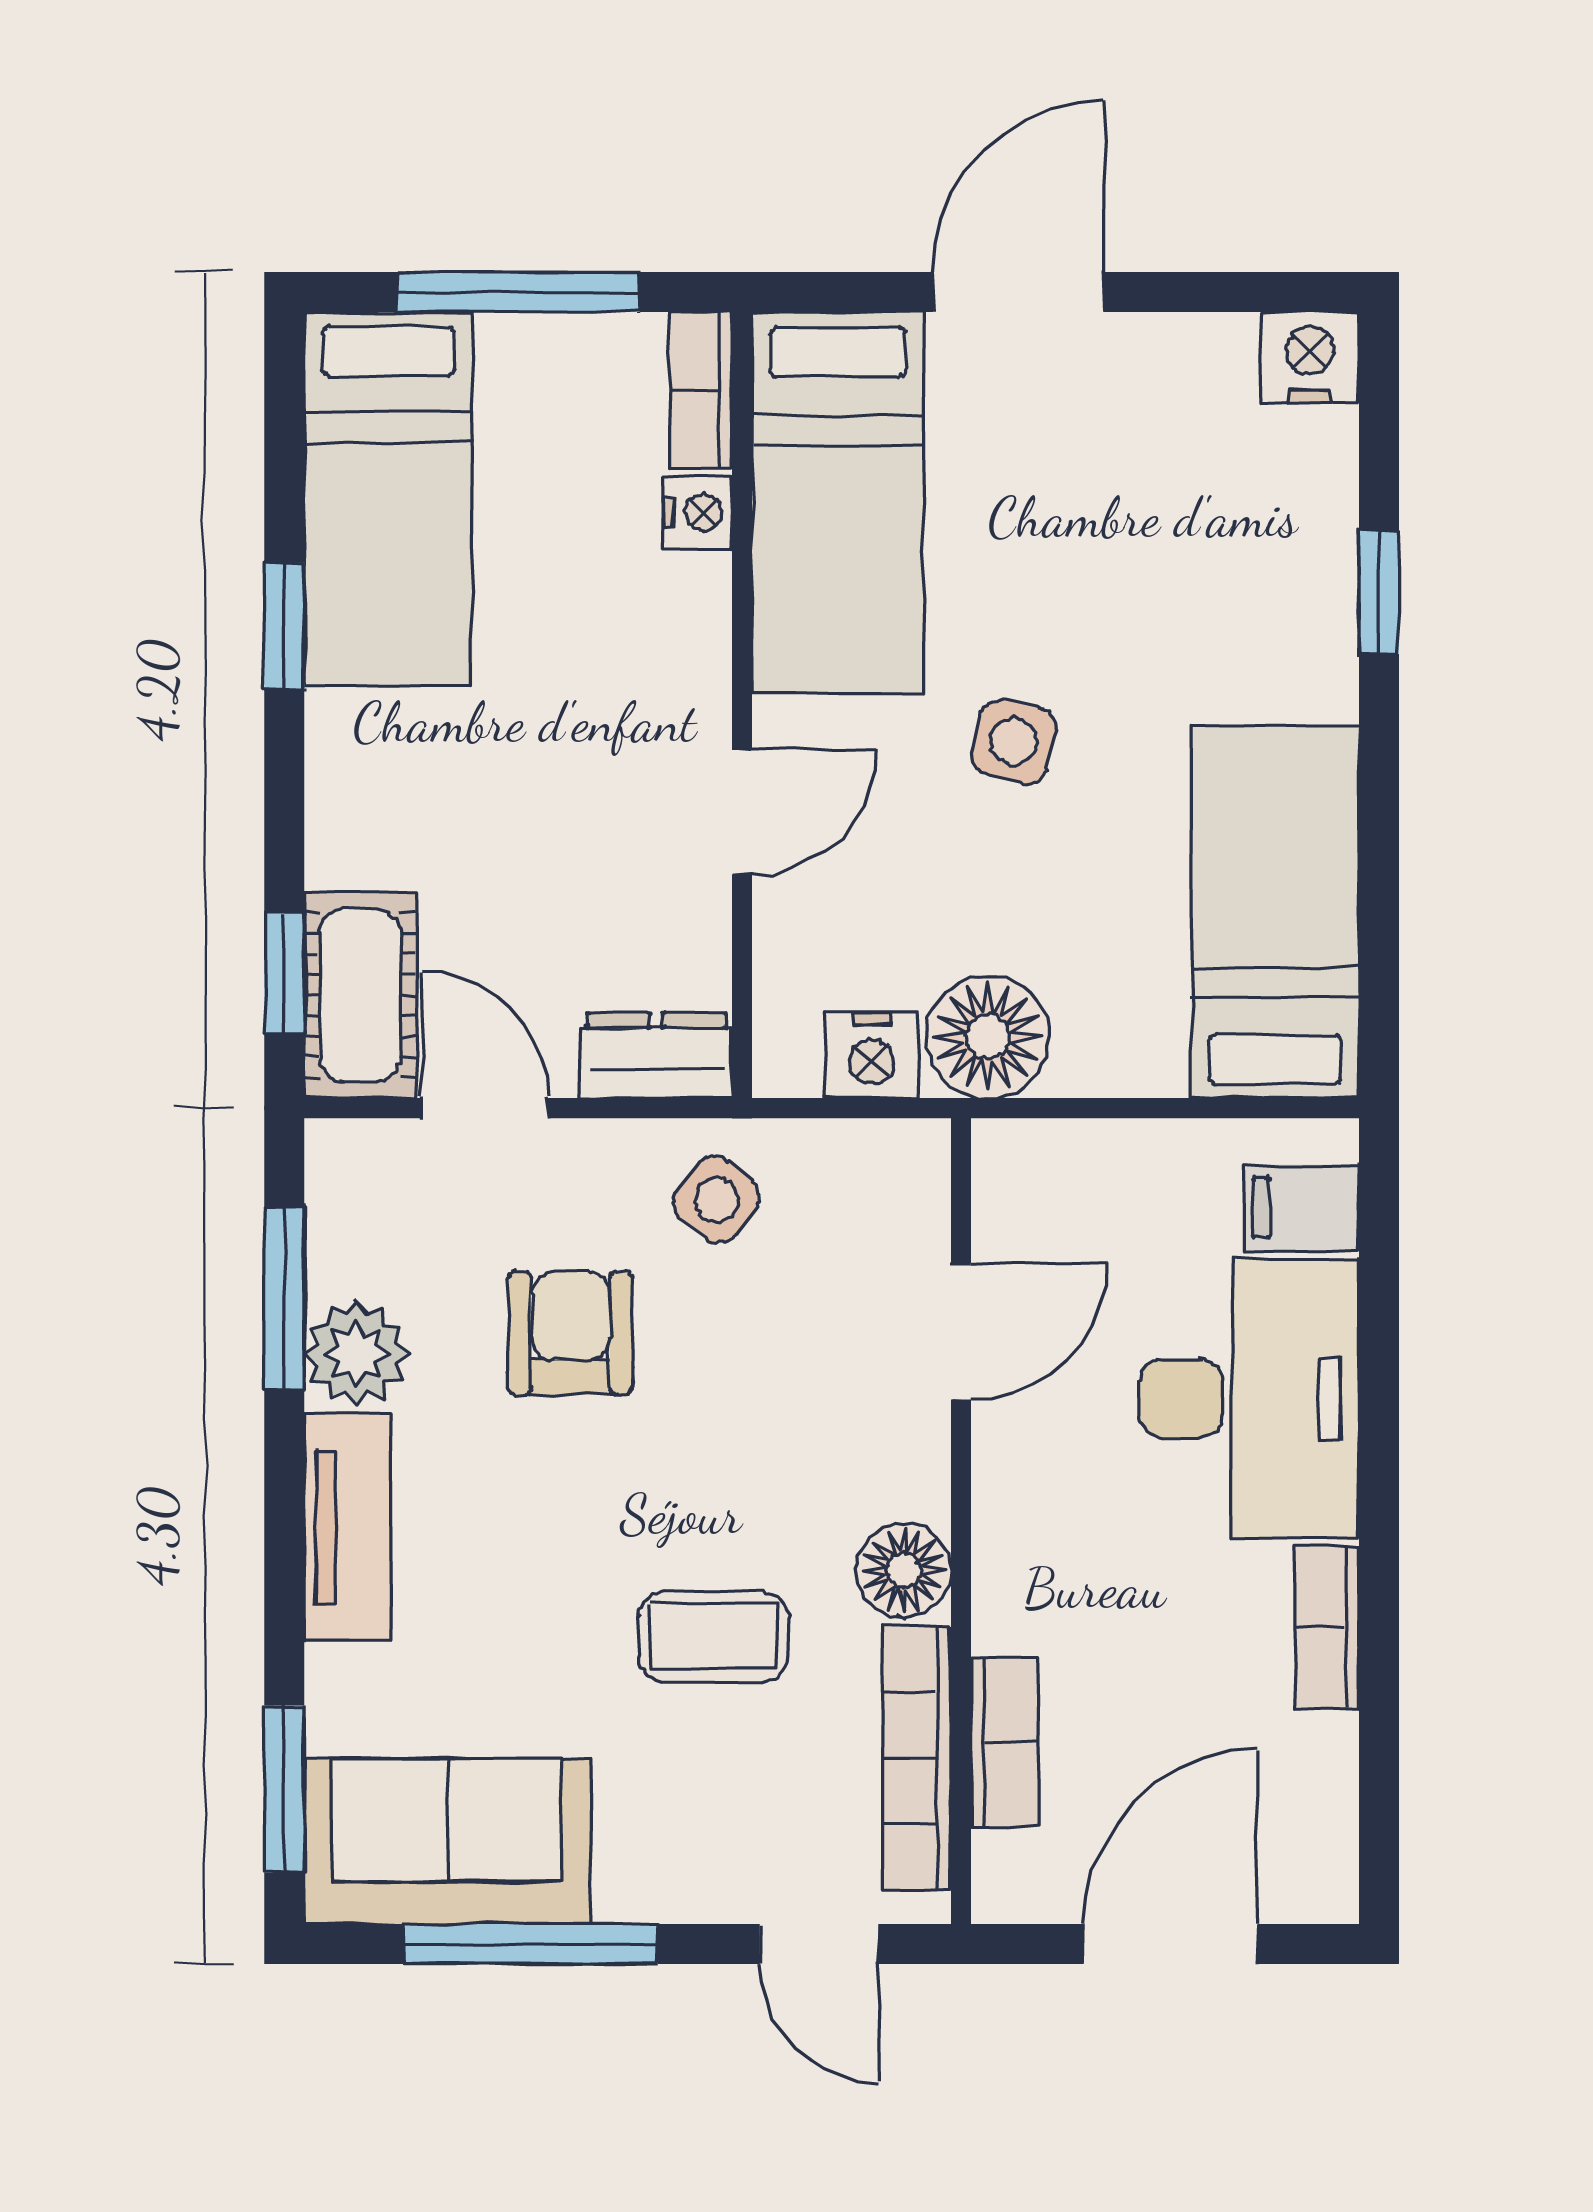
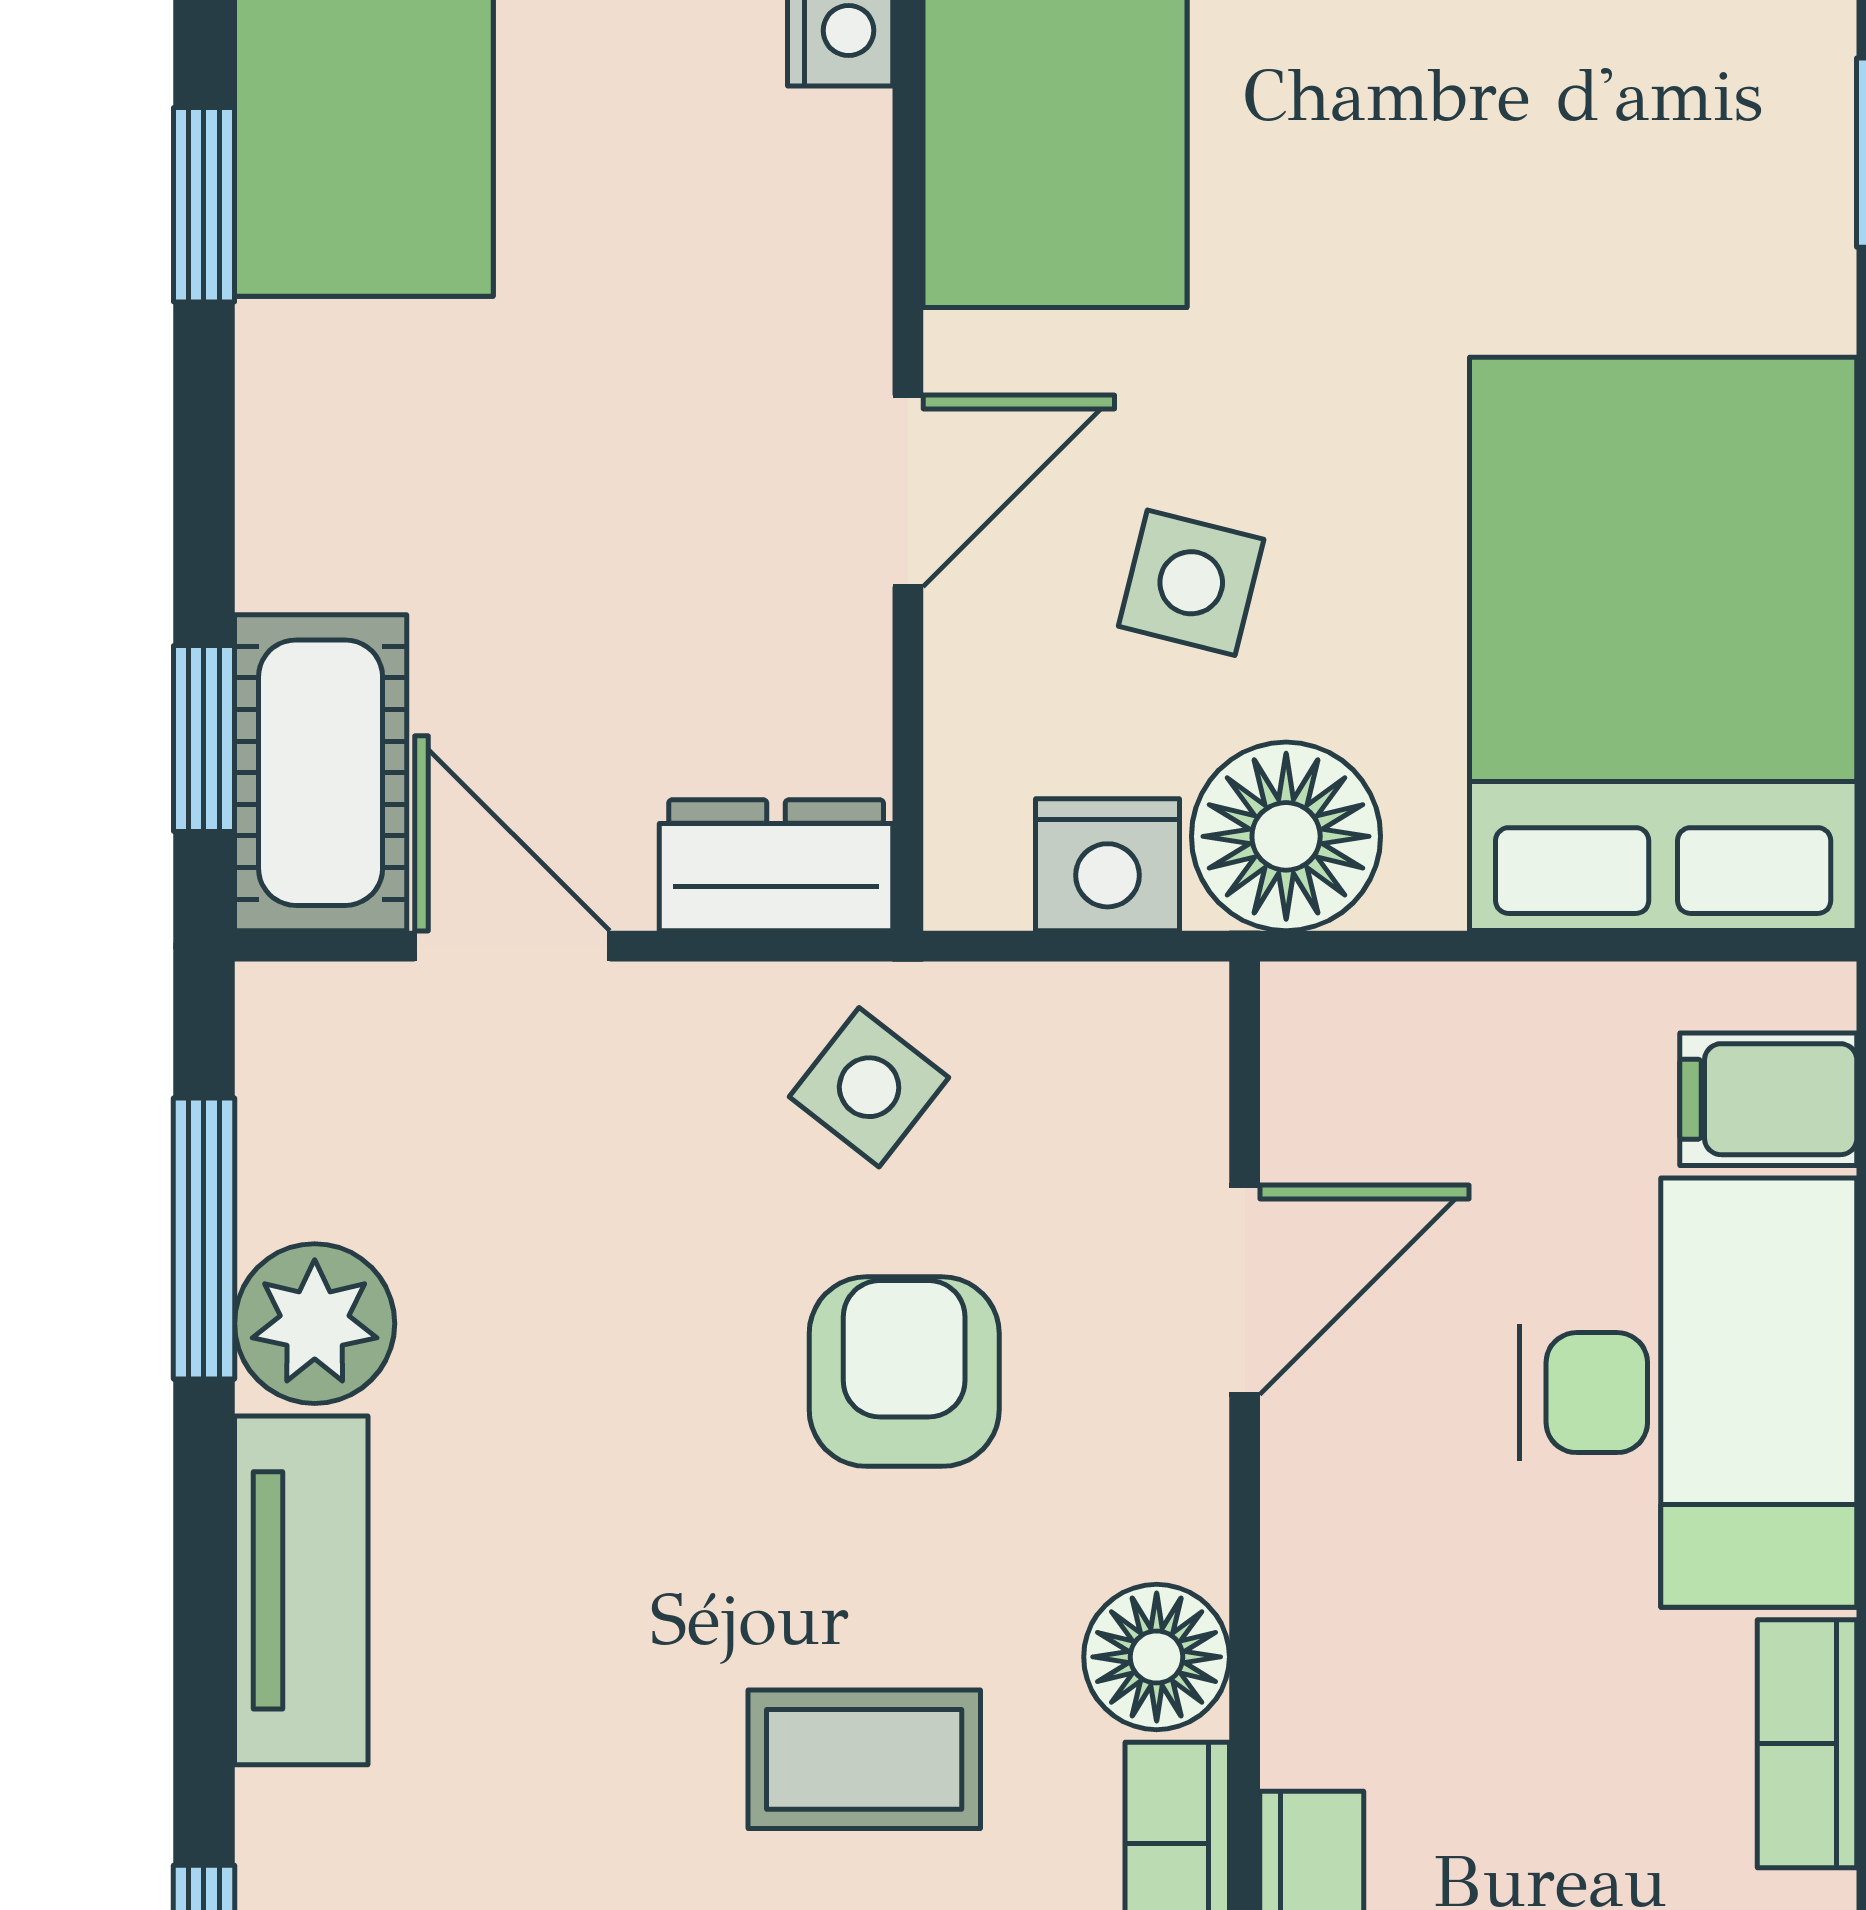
side table: (1014, 742) -> (1191, 583), moved
bed: (1275, 912) -> (1663, 644), width x1.50
armchair: (570, 1333) -> (904, 1372), moved

